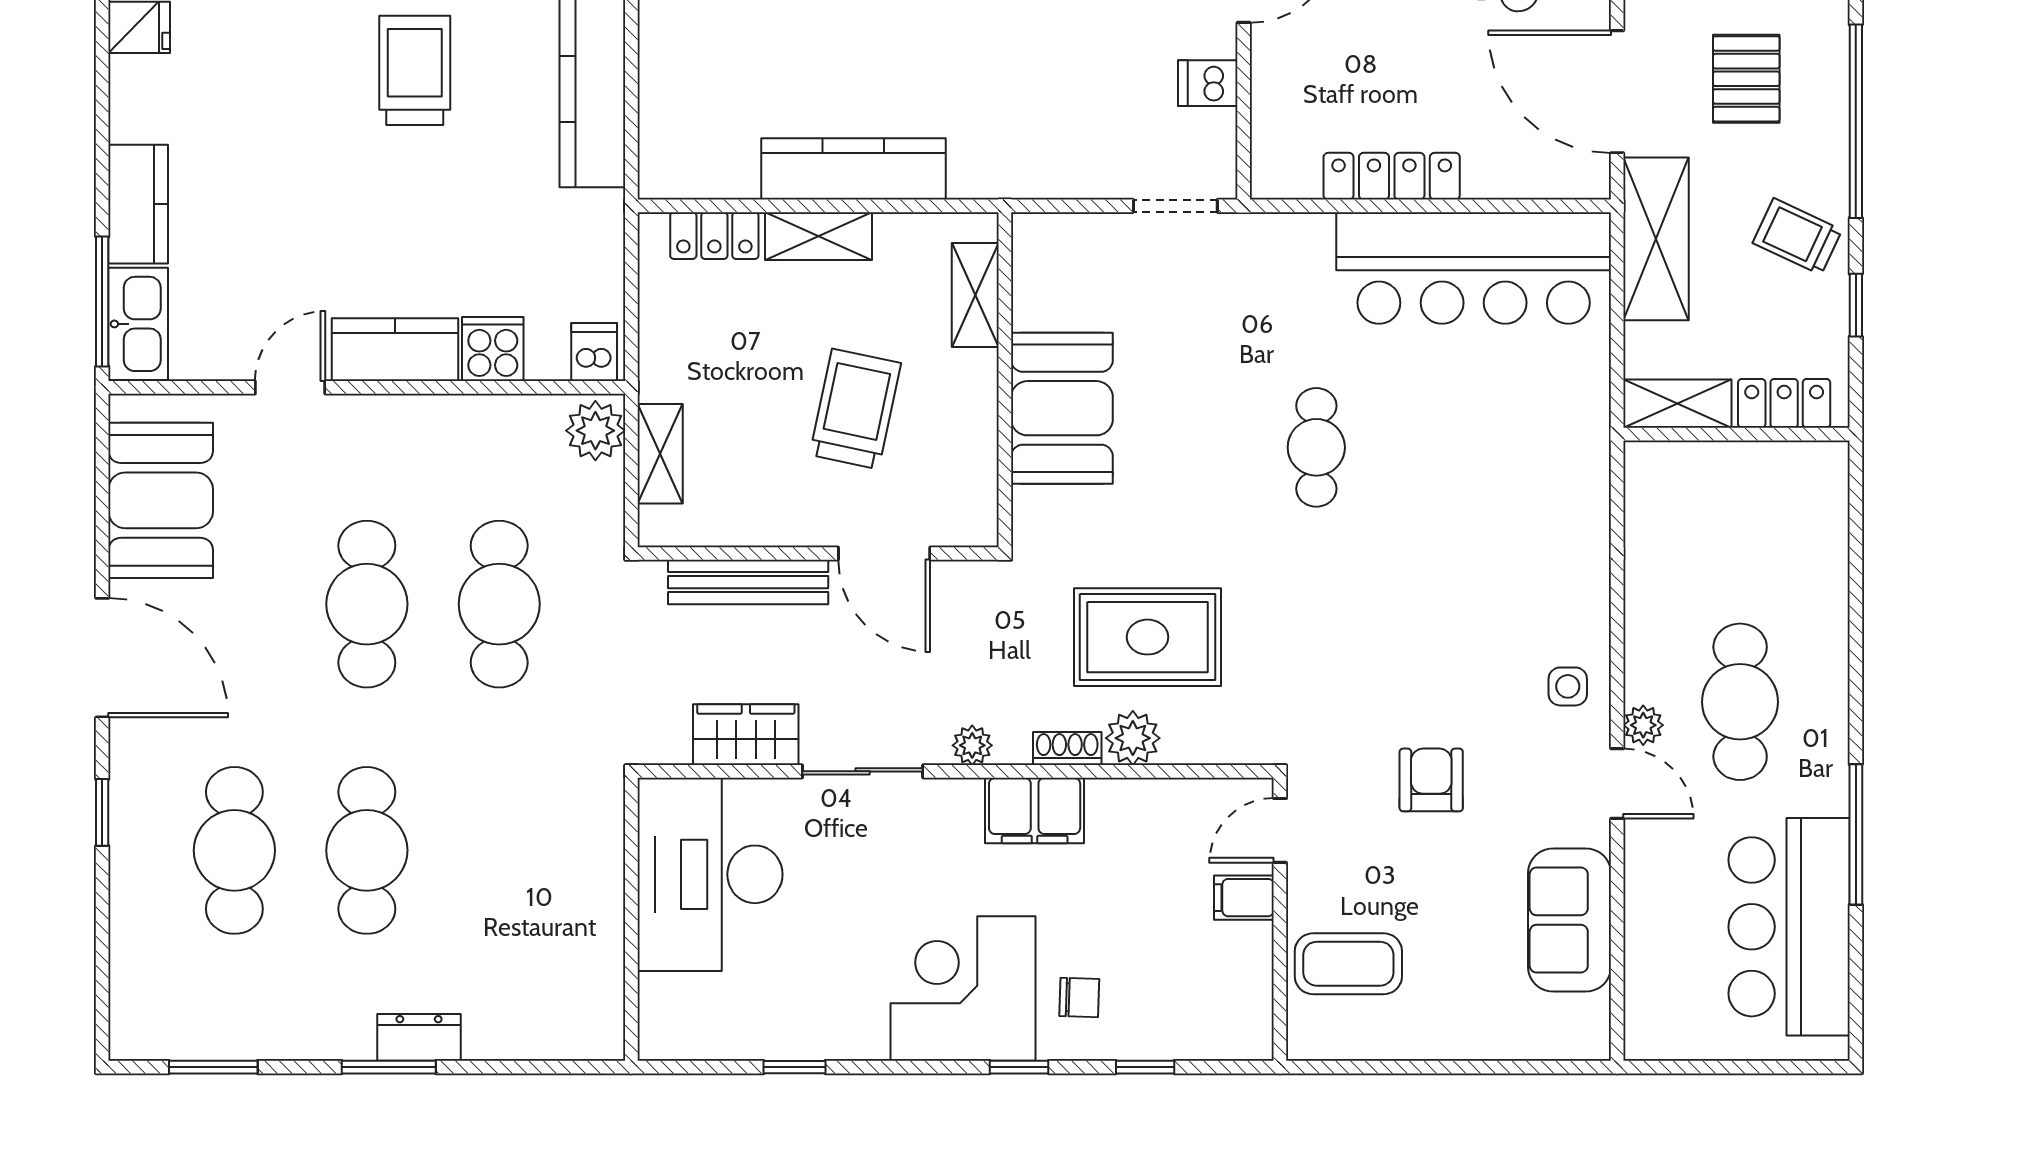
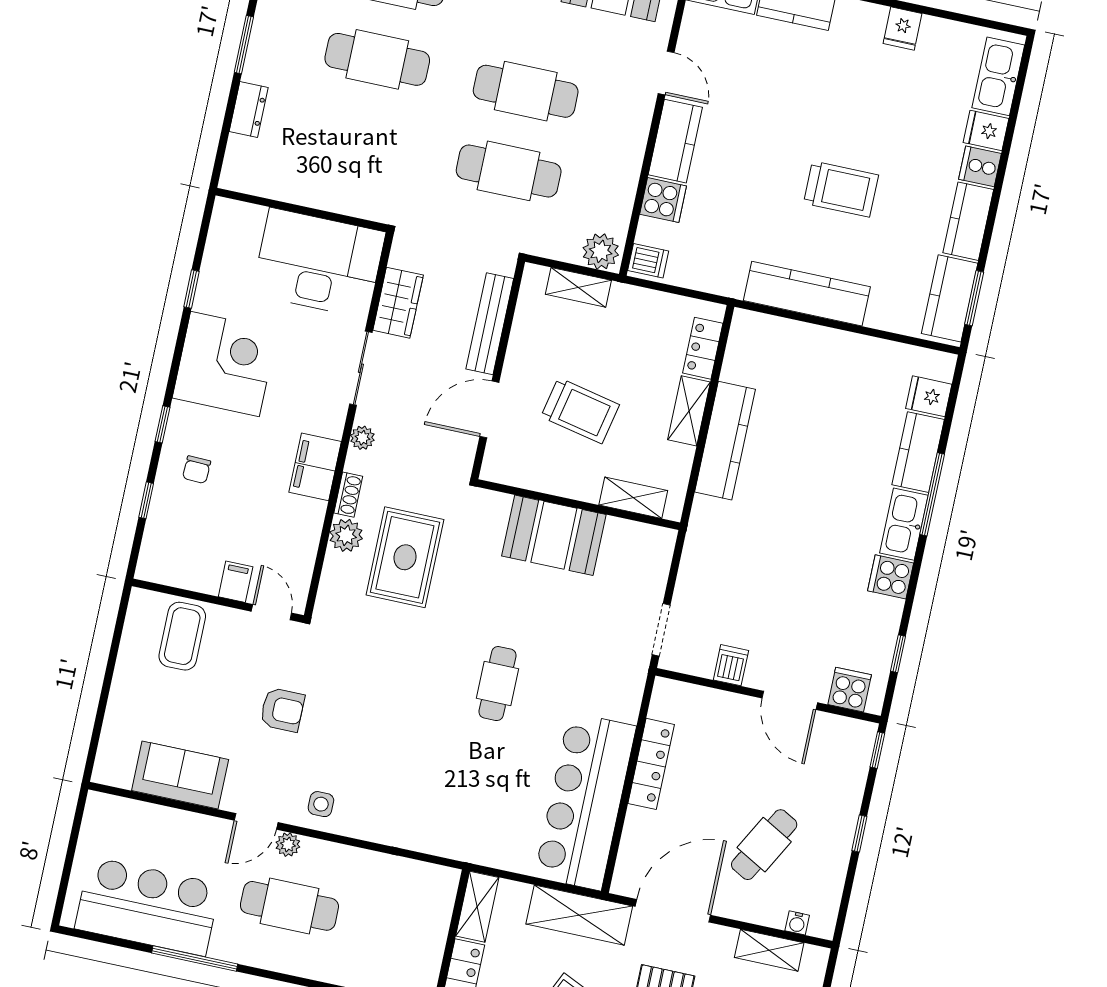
cafe table: (1316, 447) -> (497, 684), turned 90
corner desk: (963, 989) -> (225, 364), moved
dresser: (419, 1037) -> (249, 109), moved

